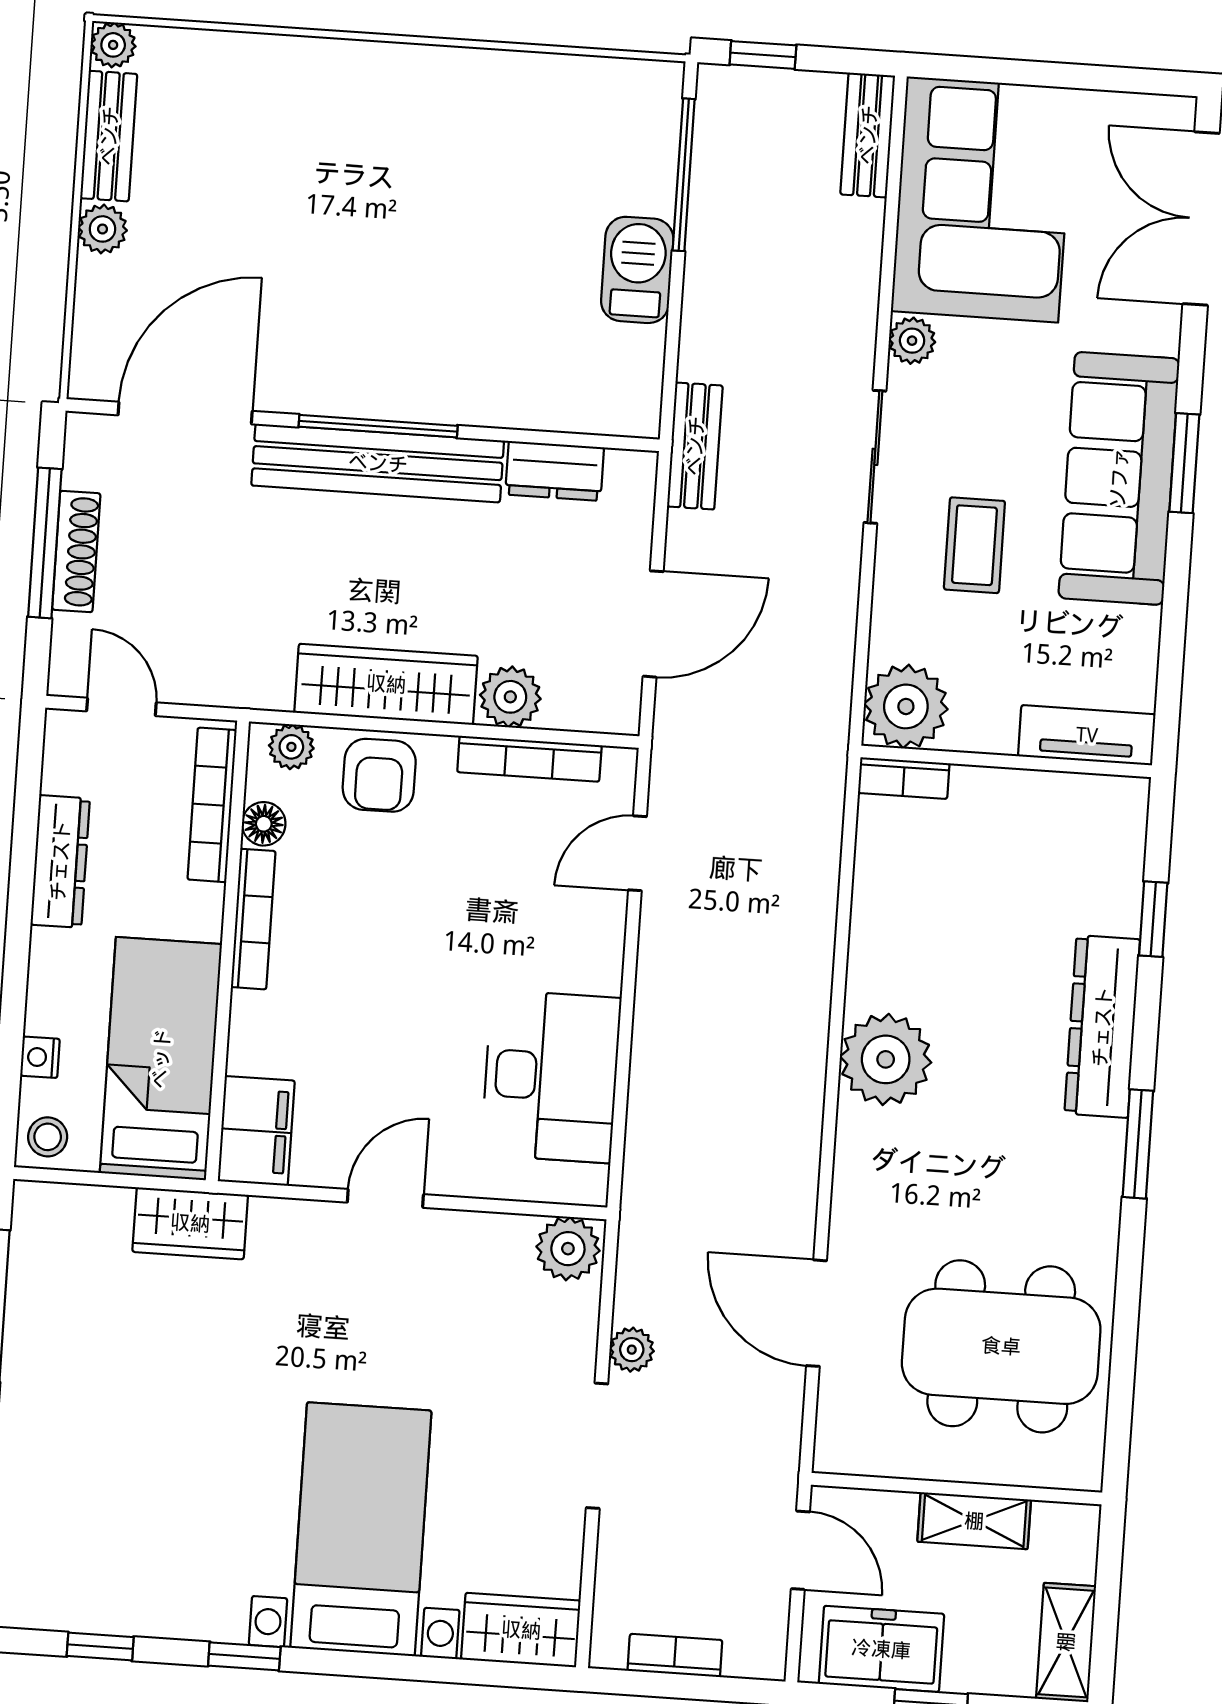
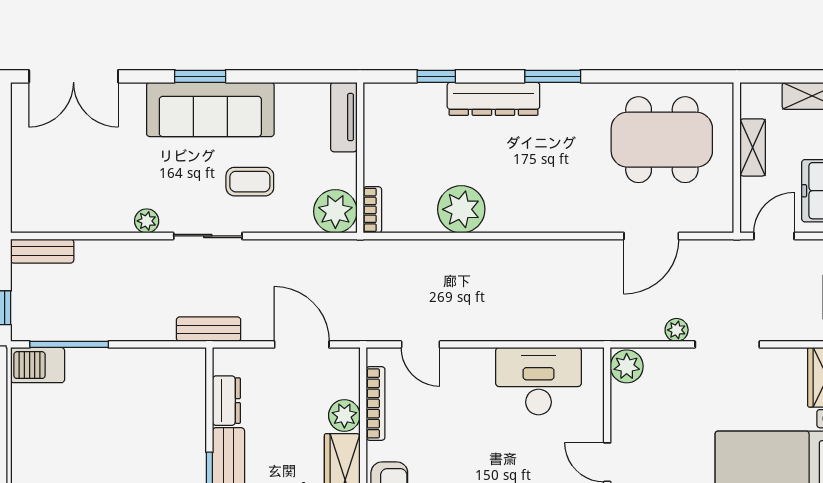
corner sofa: (982, 199) -> (71, 190), removed
barbecue: (637, 270) -> (38, 365), moved
plant: (886, 1059) -> (461, 209), moved
dining table: (1001, 1346) -> (662, 140), turned 90

